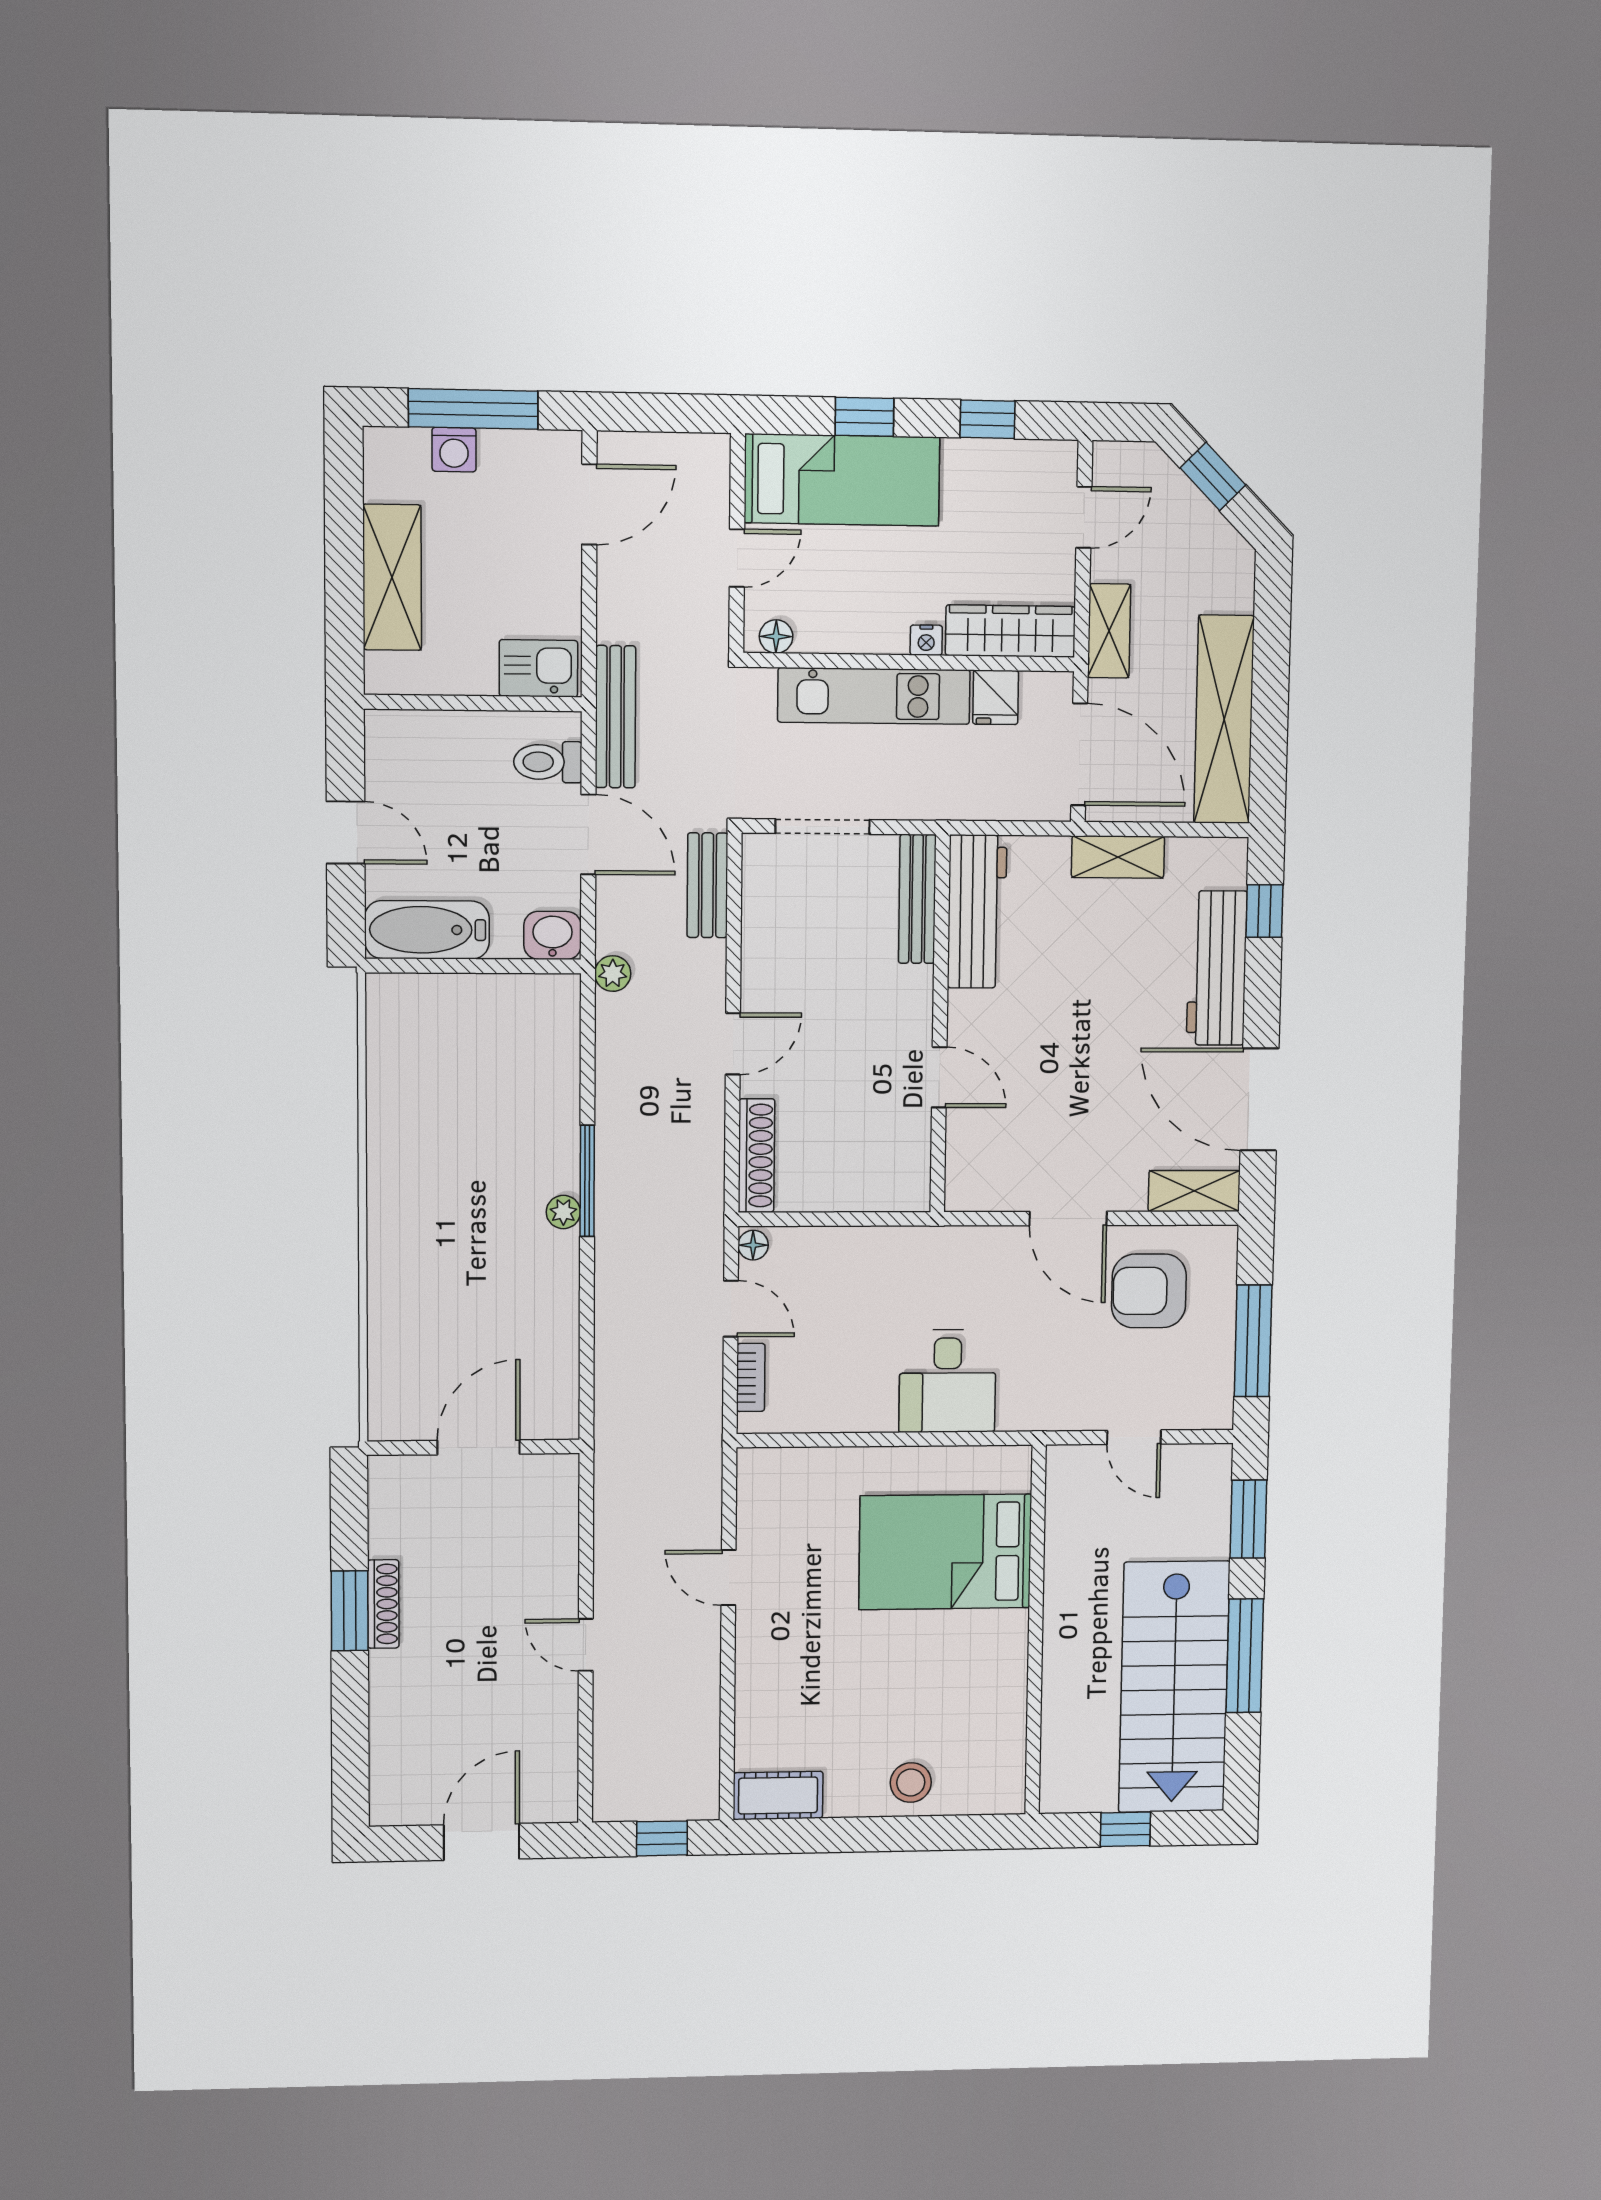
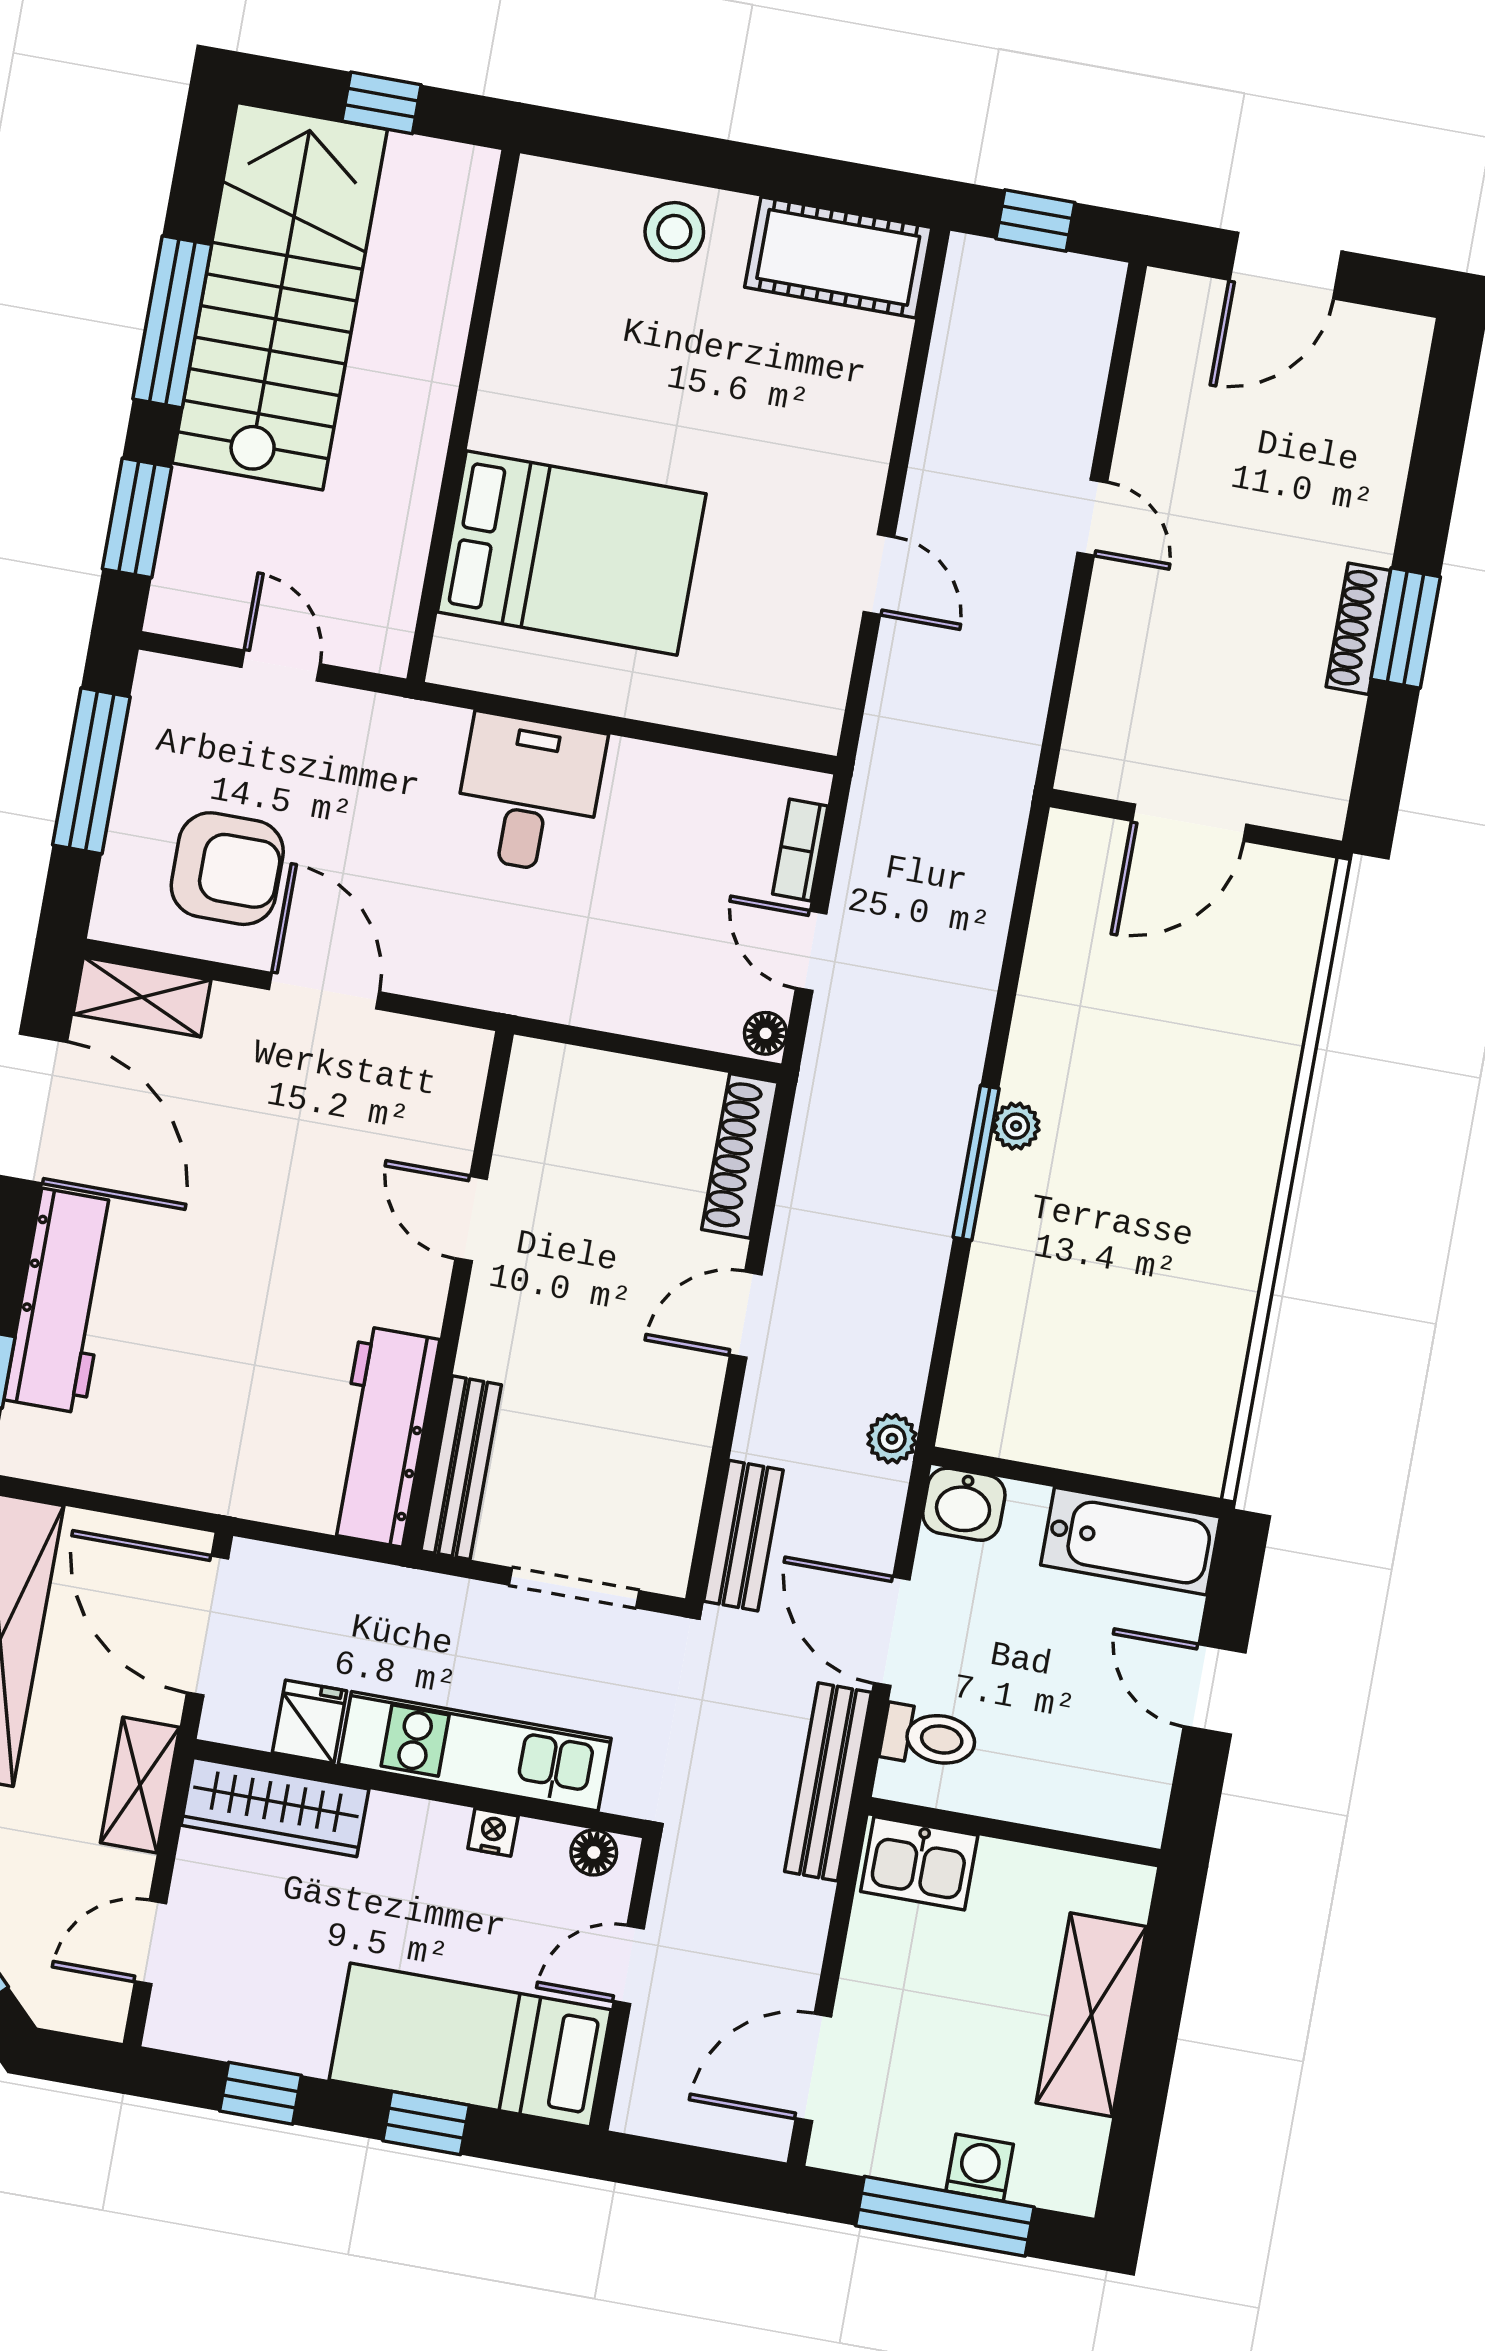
nightstand: (926, 640) -> (493, 1832), moved
shelving: (1118, 857) -> (176, 1477), removed
cot: (778, 1795) -> (838, 257), width x1.37, depth x1.34

